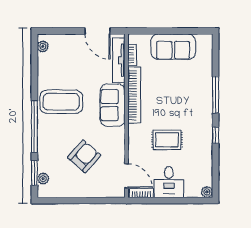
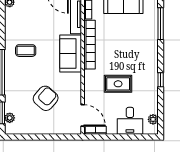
window: (216, 95) -> (161, 24), moved
coffee table: (61, 102) -> (26, 51), width x0.54, depth x0.58
desk: (169, 182) -> (130, 121), moved
plant: (207, 192) -> (153, 119), moved

